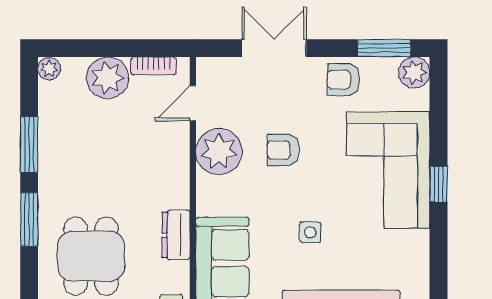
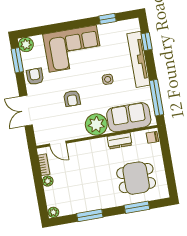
plant: (108, 78) -> (48, 181), width x0.53, depth x0.53
armchair: (343, 80) -> (35, 76), turned 180
plant: (219, 151) -> (96, 125), moved
window: (439, 184) -> (107, 19), moved
window: (29, 220) -> (137, 207), moved

